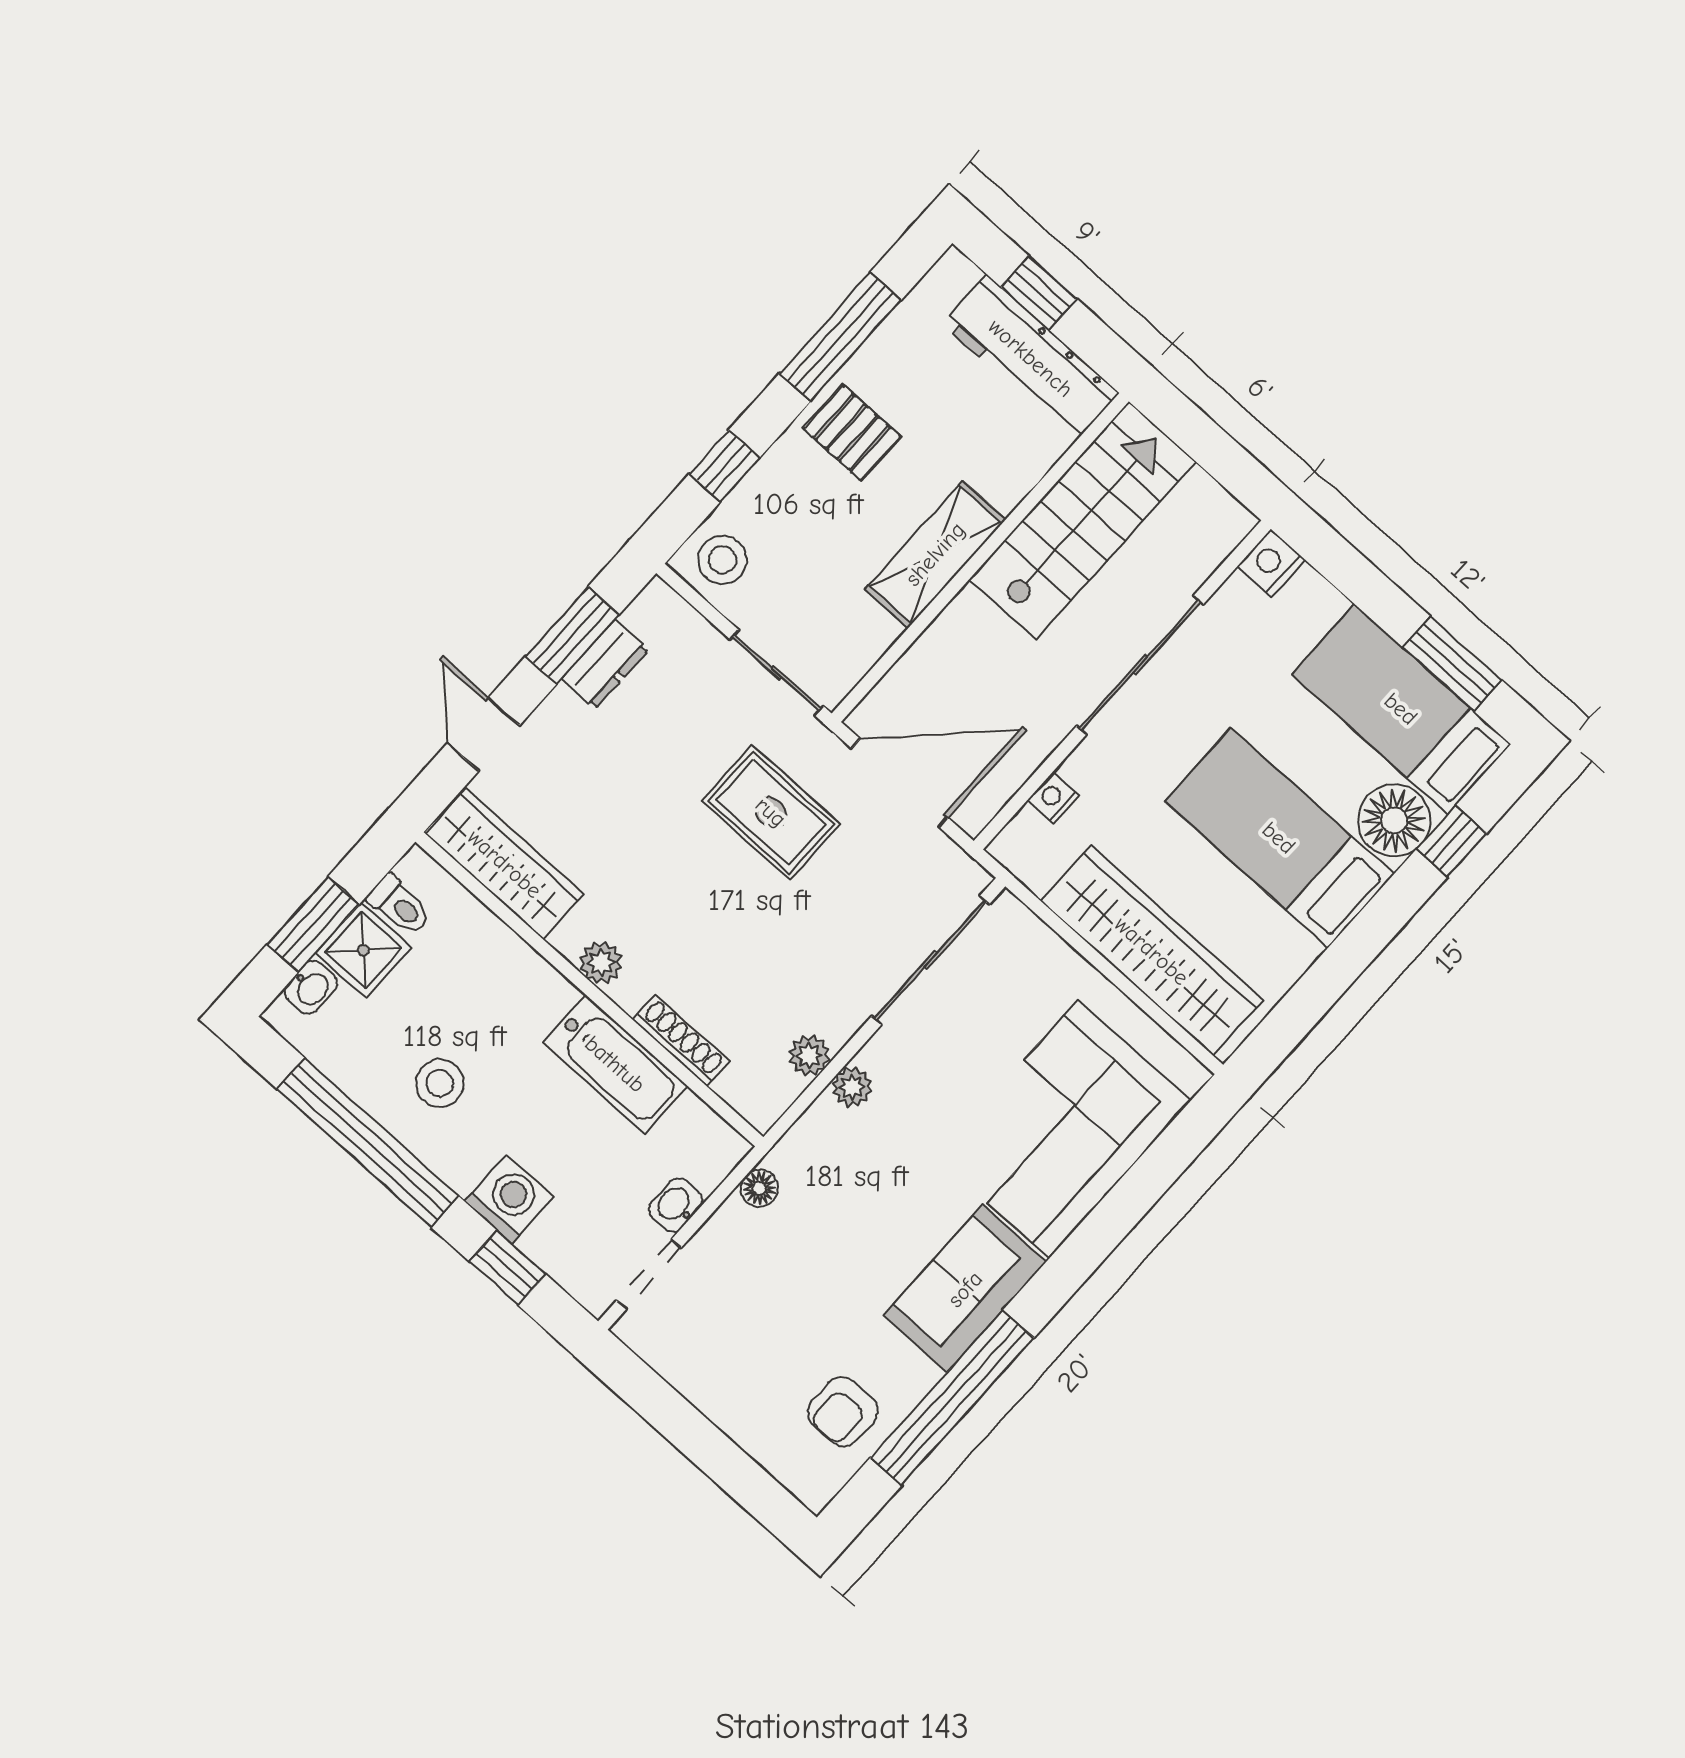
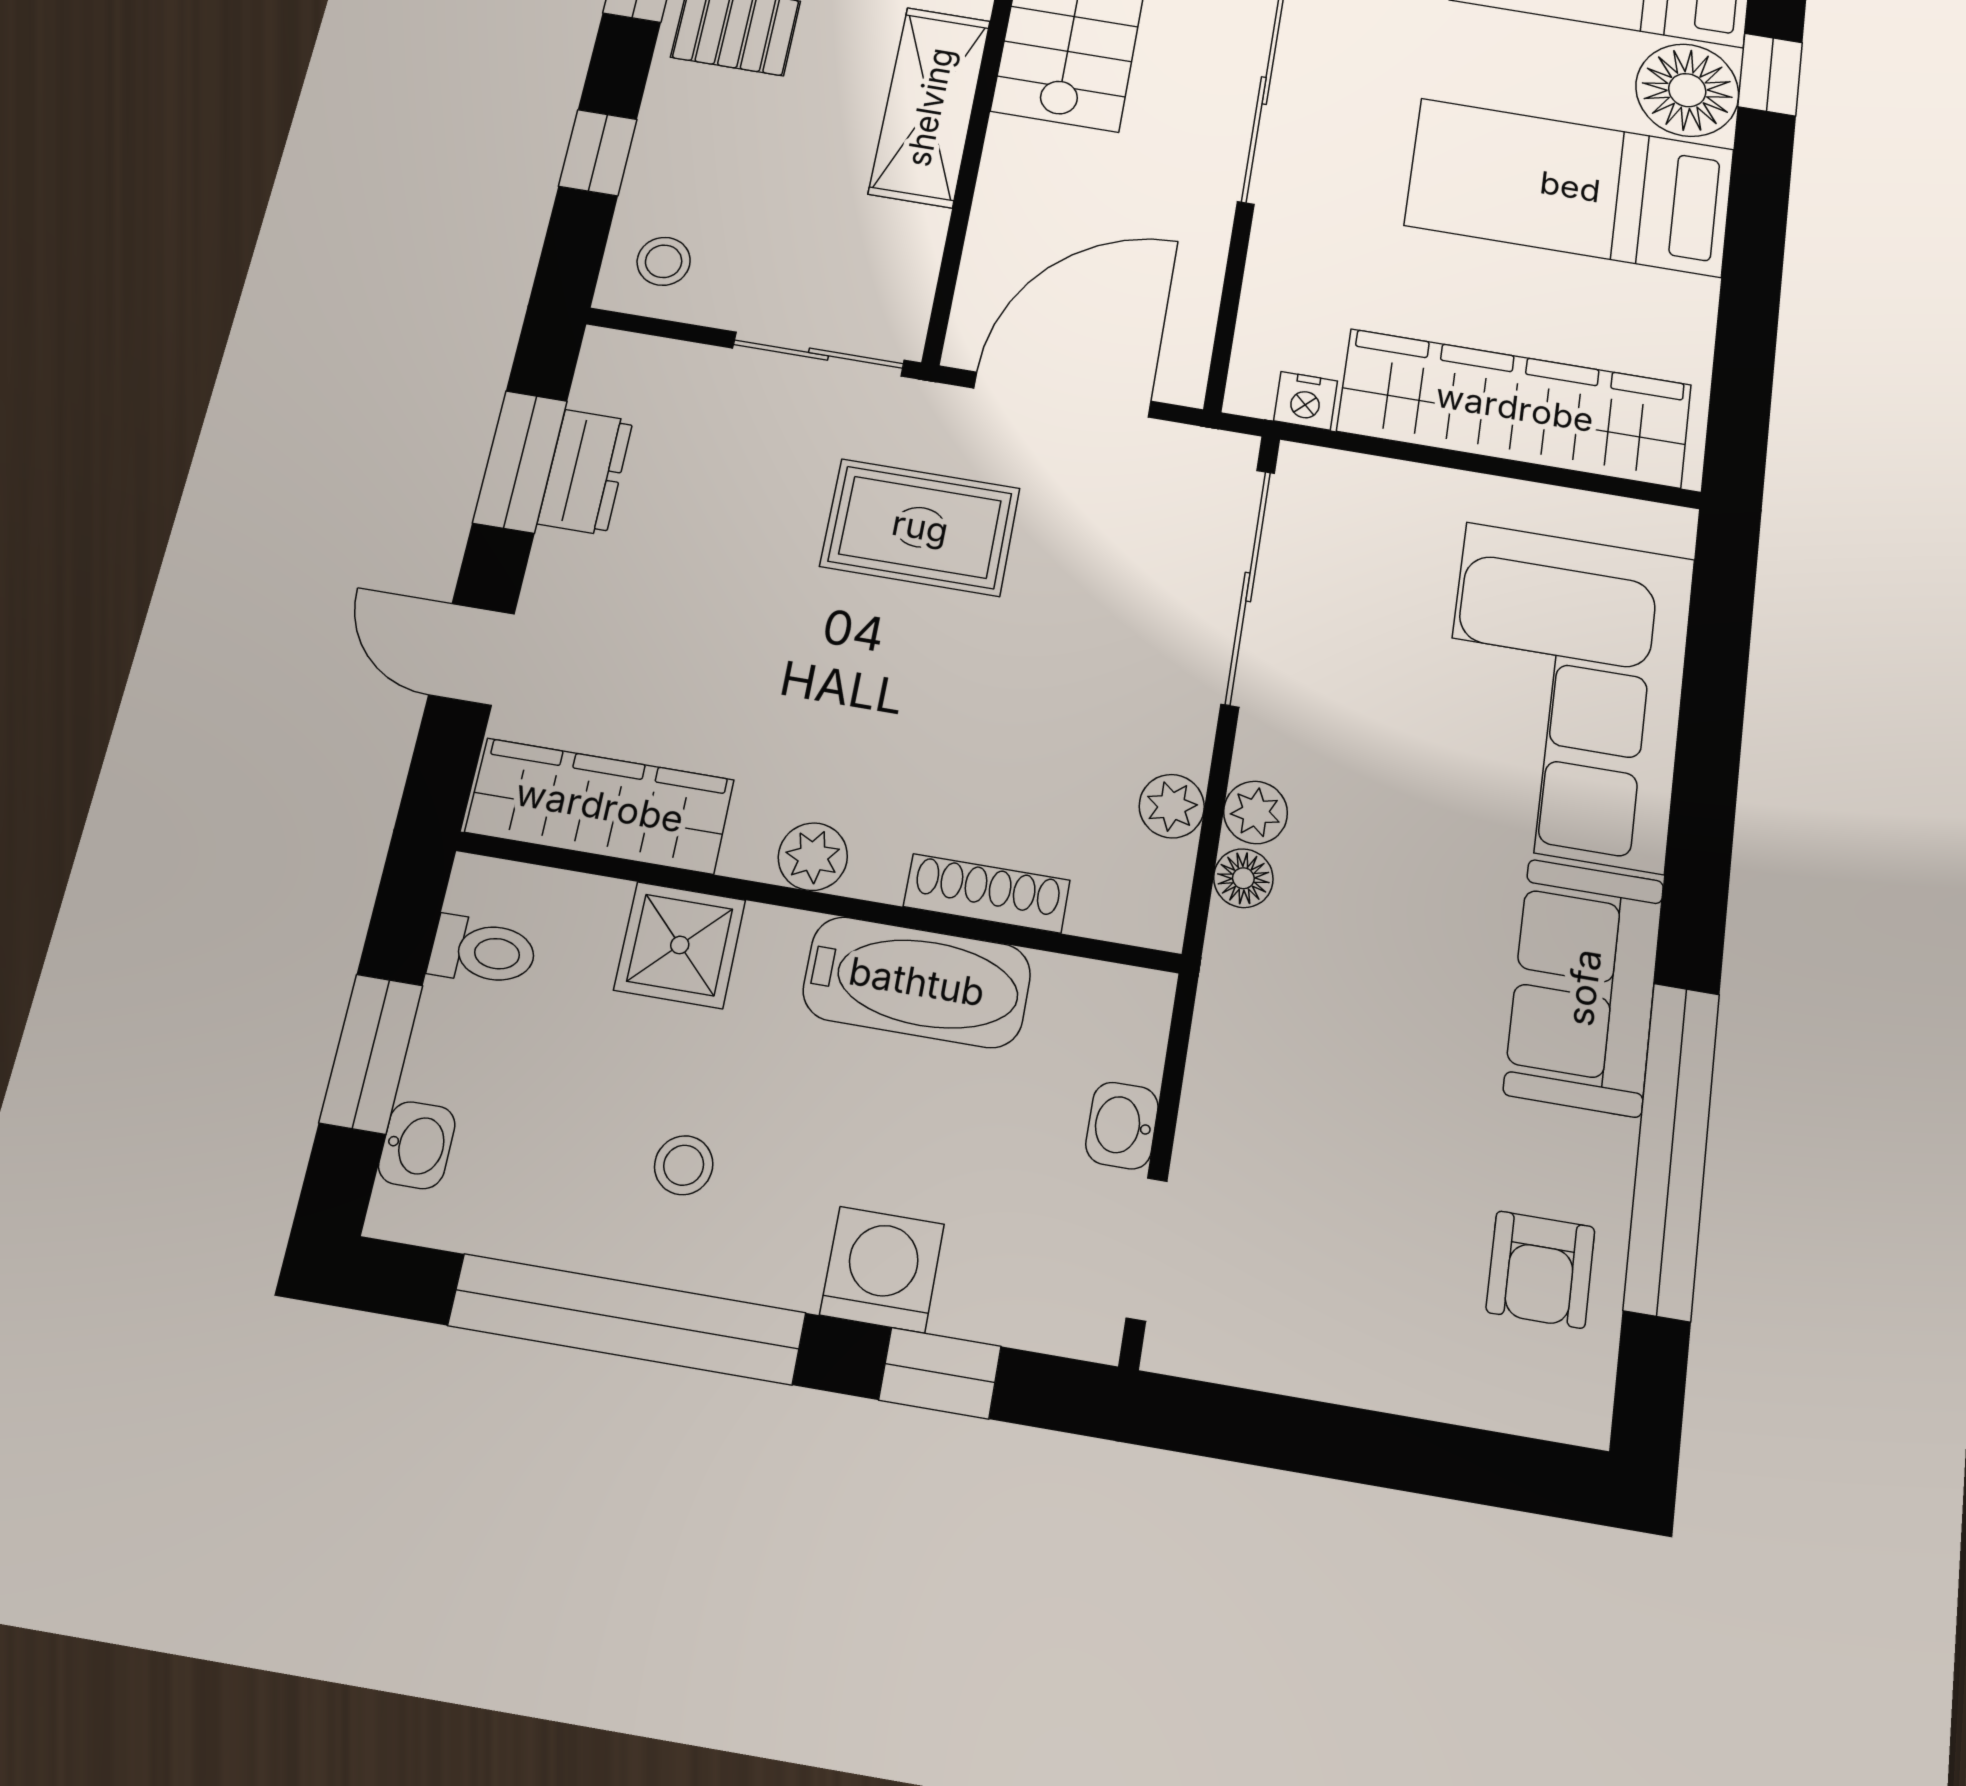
stool: (723, 560) -> (664, 261), width x0.73, depth x0.73
nightstand: (1054, 798) -> (1306, 401), moved, turned -90
shower: (363, 950) -> (680, 945), moved
stool: (440, 1083) -> (684, 1165), width x0.73, depth x0.73
floor lamp: (759, 1188) -> (1243, 878), moved

